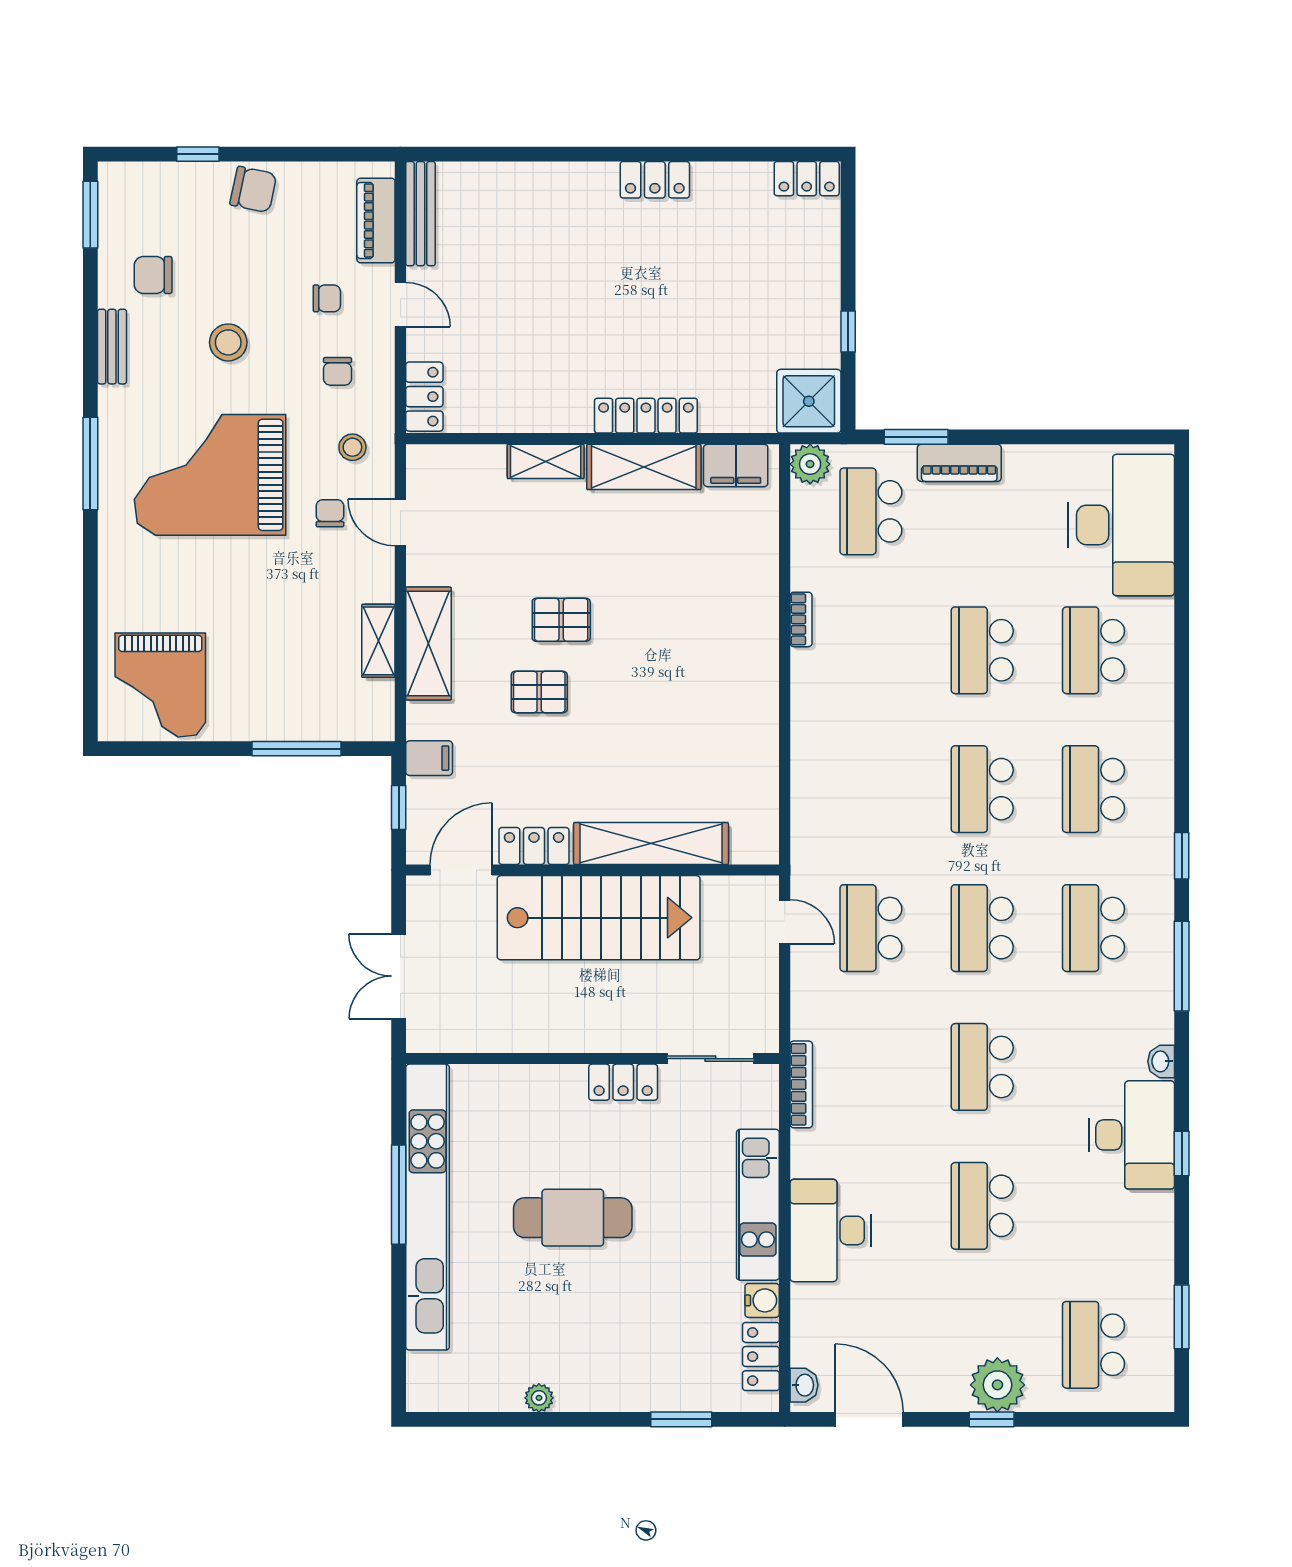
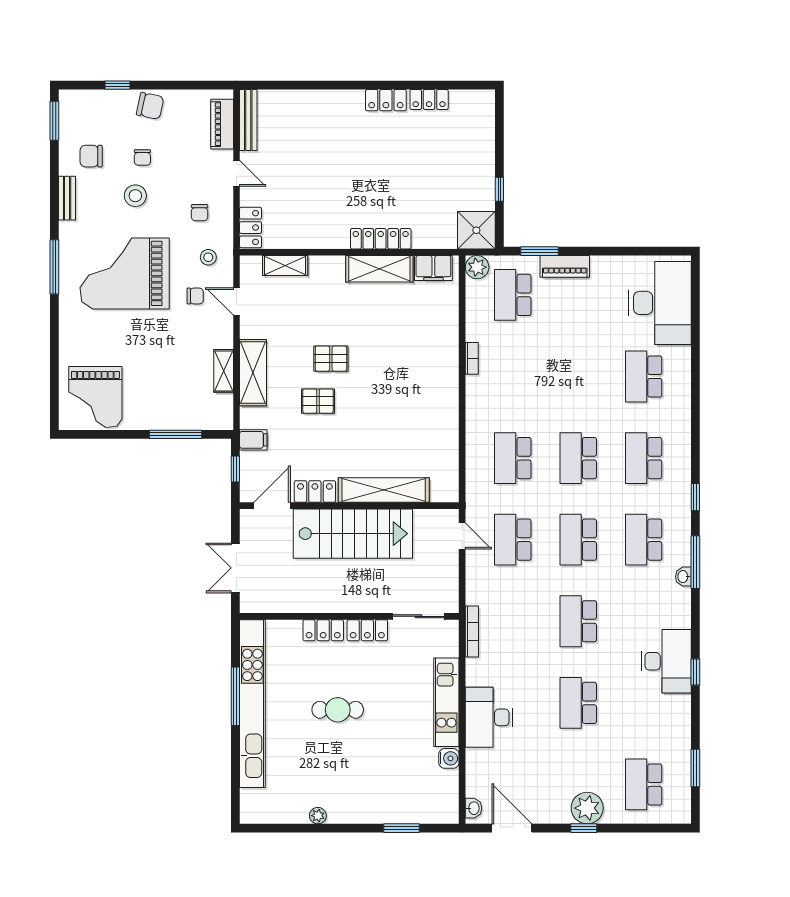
locker: (807, 179) -> (429, 99), moved
chair: (327, 298) -> (142, 157), moved, turned 90
shelving: (546, 461) -> (285, 266), moved
chair: (330, 513) -> (195, 296), turned 90
school desk: (982, 650) -> (513, 458), moved
washbasin: (1161, 1061) -> (683, 577), moved
cafe table: (573, 1218) -> (338, 710), width x0.73, depth x0.74
locker: (761, 1357) -> (323, 630), moved, turned -90

